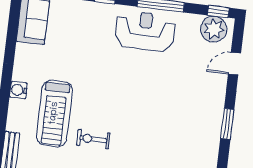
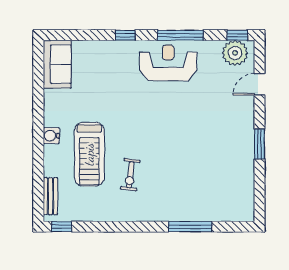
exercise bike: (93, 139) -> (130, 175), turned -83

